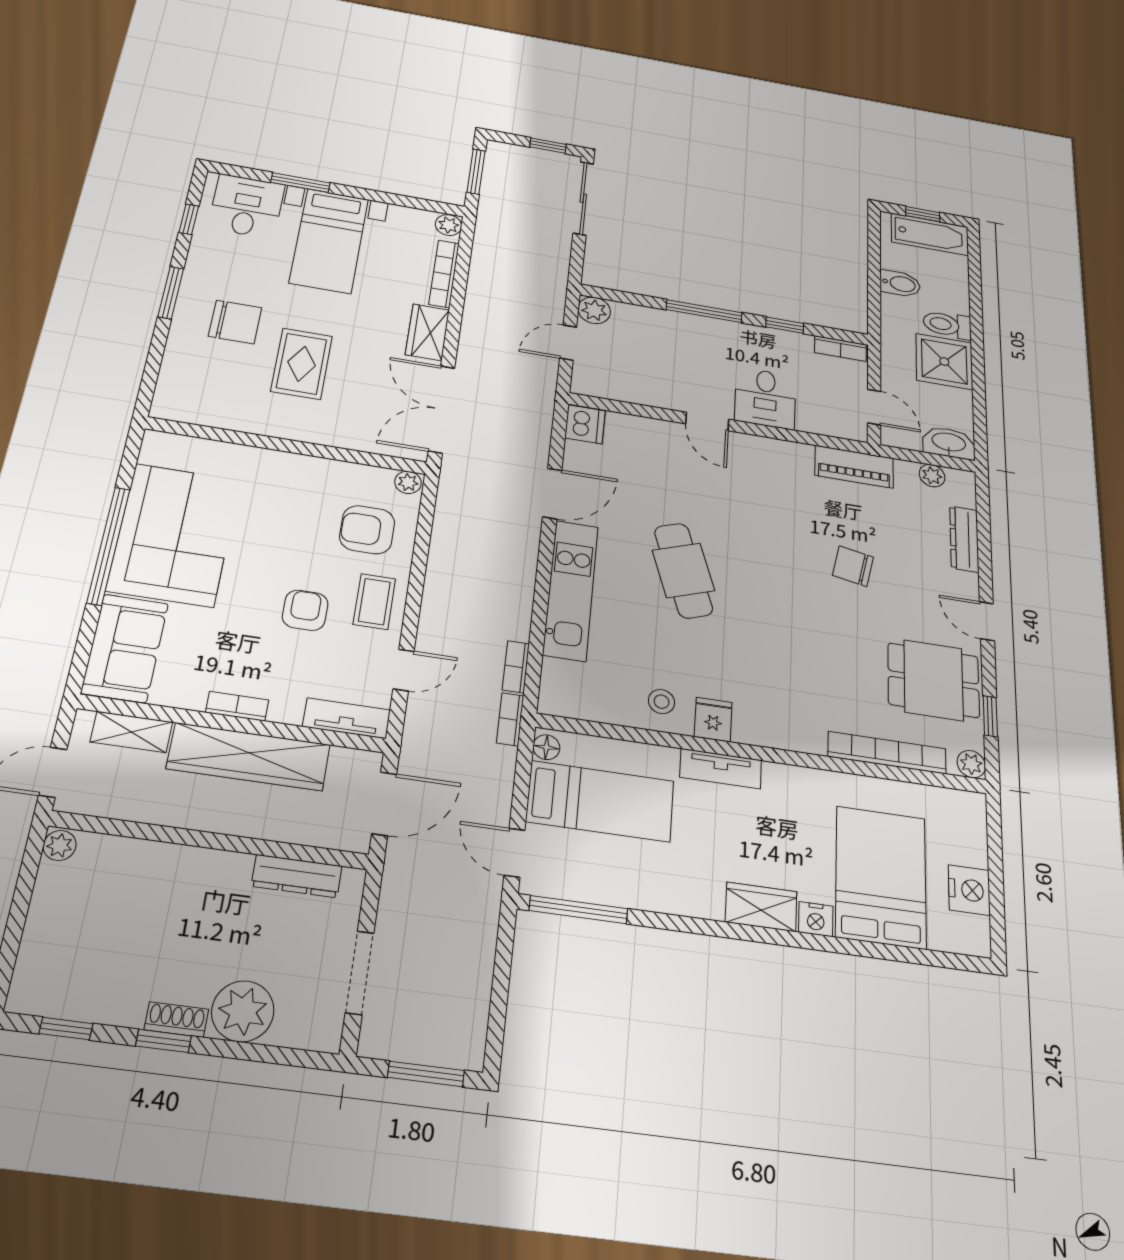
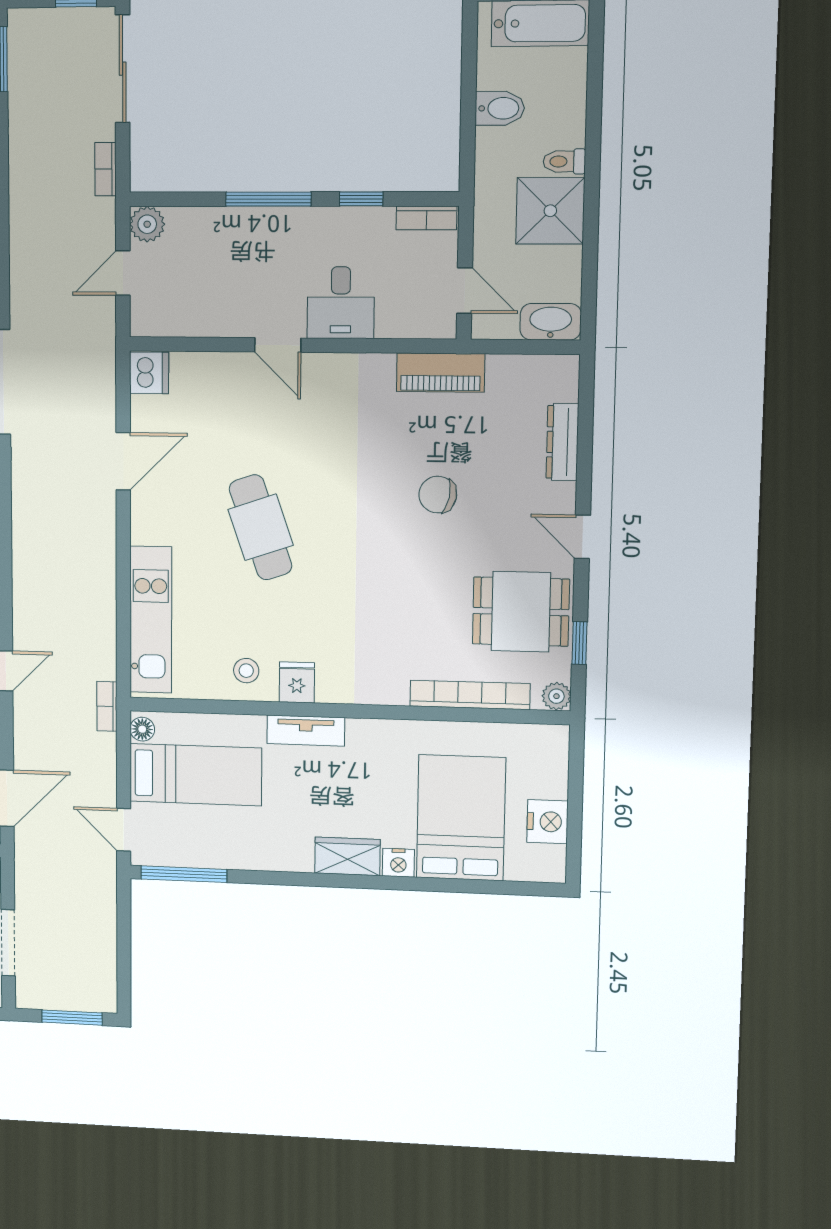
toilet: (947, 325) -> (564, 161), width x0.73, depth x0.72
plant: (932, 476) -> (529, 368), removed
kitchen unit: (571, 590) -> (151, 620), moved
bookcase: (516, 667) -> (105, 169), moved

